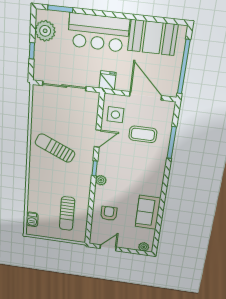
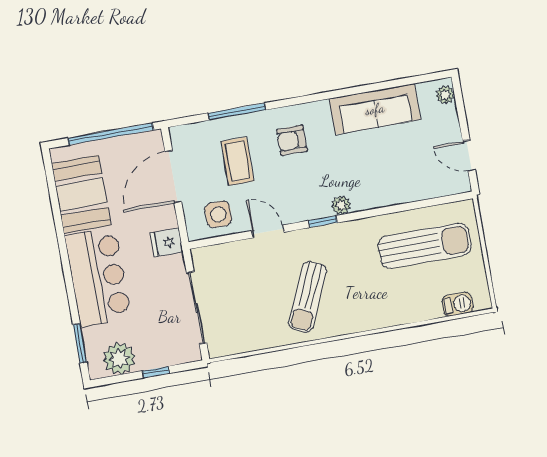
sofa: (148, 212) -> (375, 109), width x1.36
armchair: (109, 213) -> (292, 140), moved
sun lounger: (67, 214) -> (425, 246), width x1.36, depth x1.34

